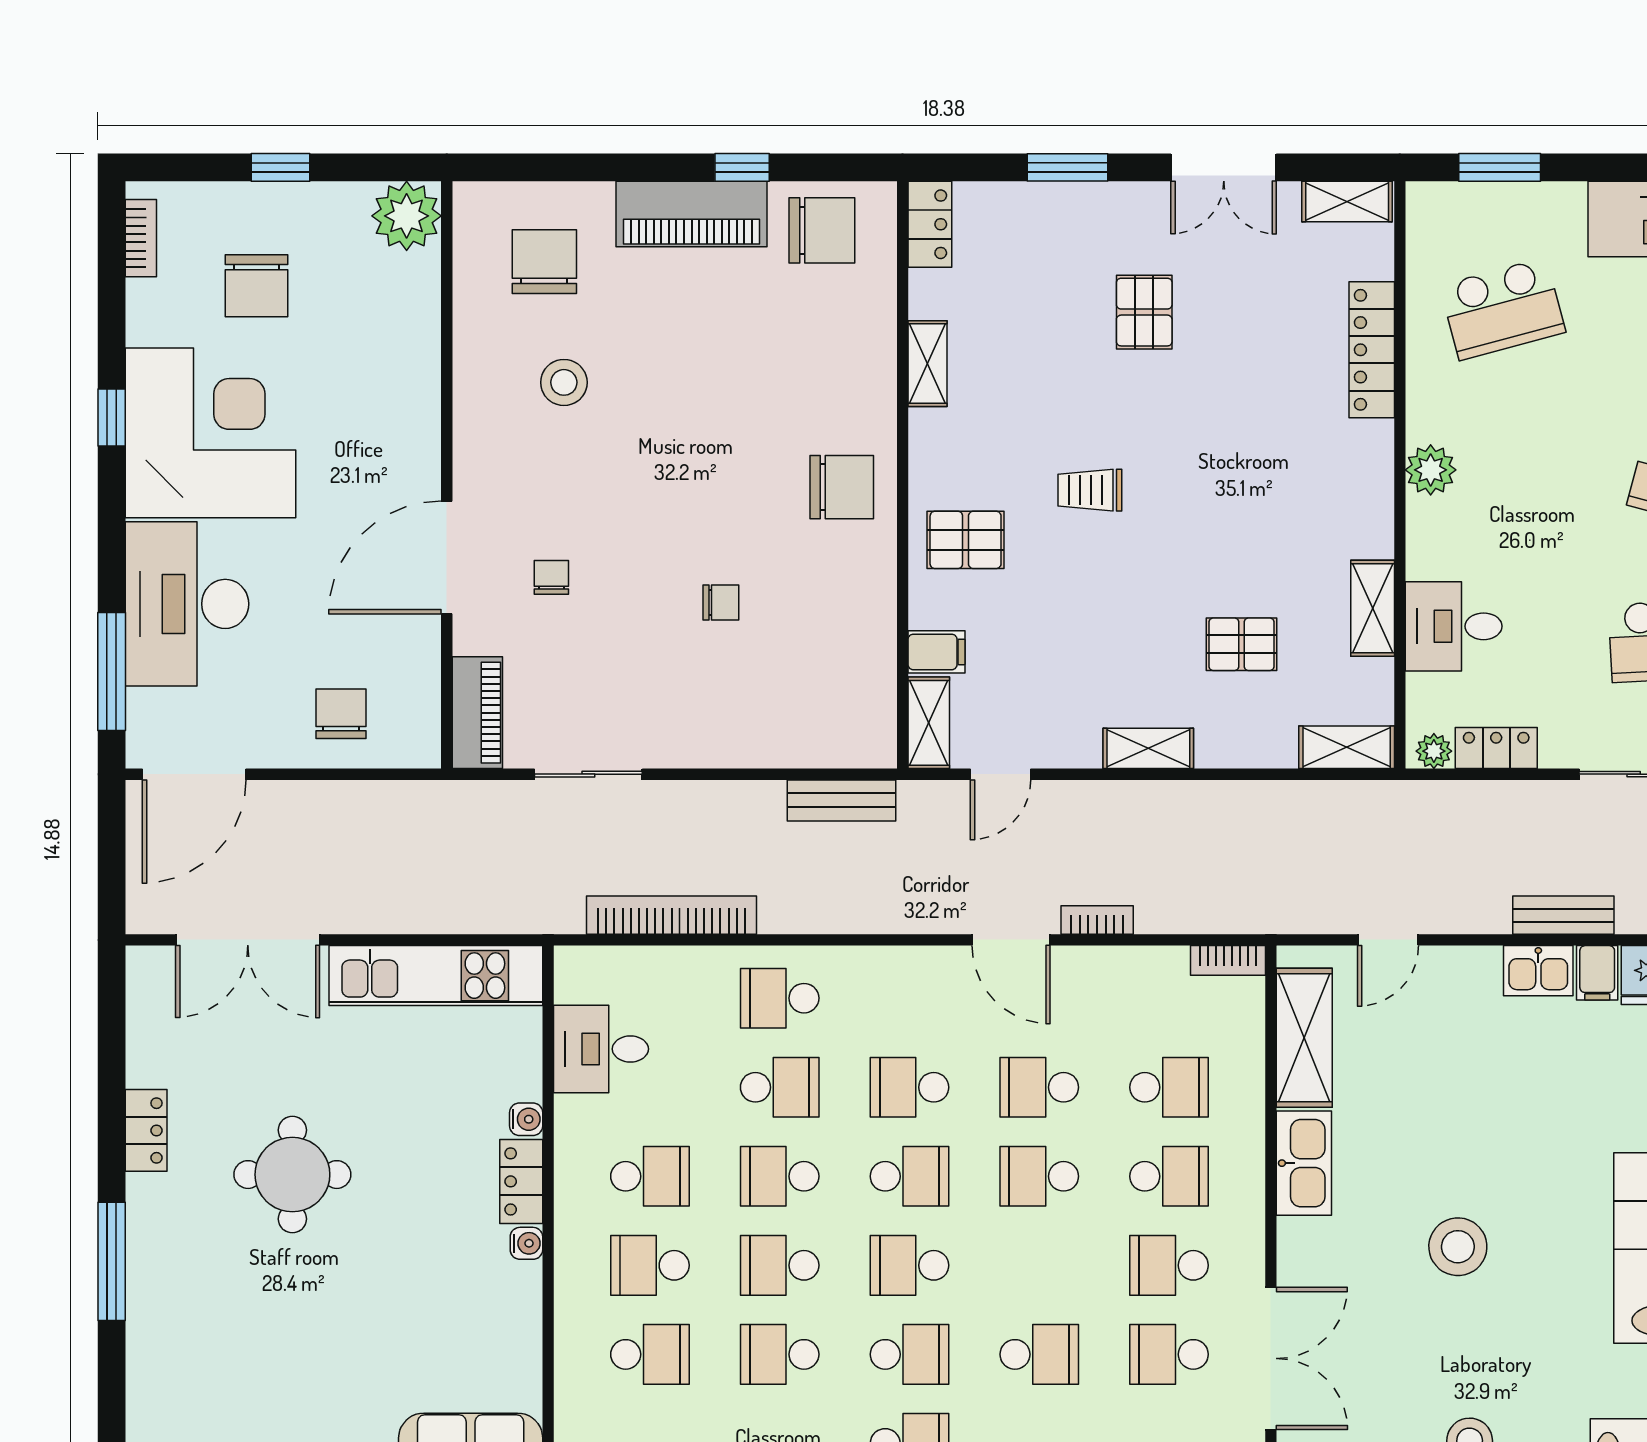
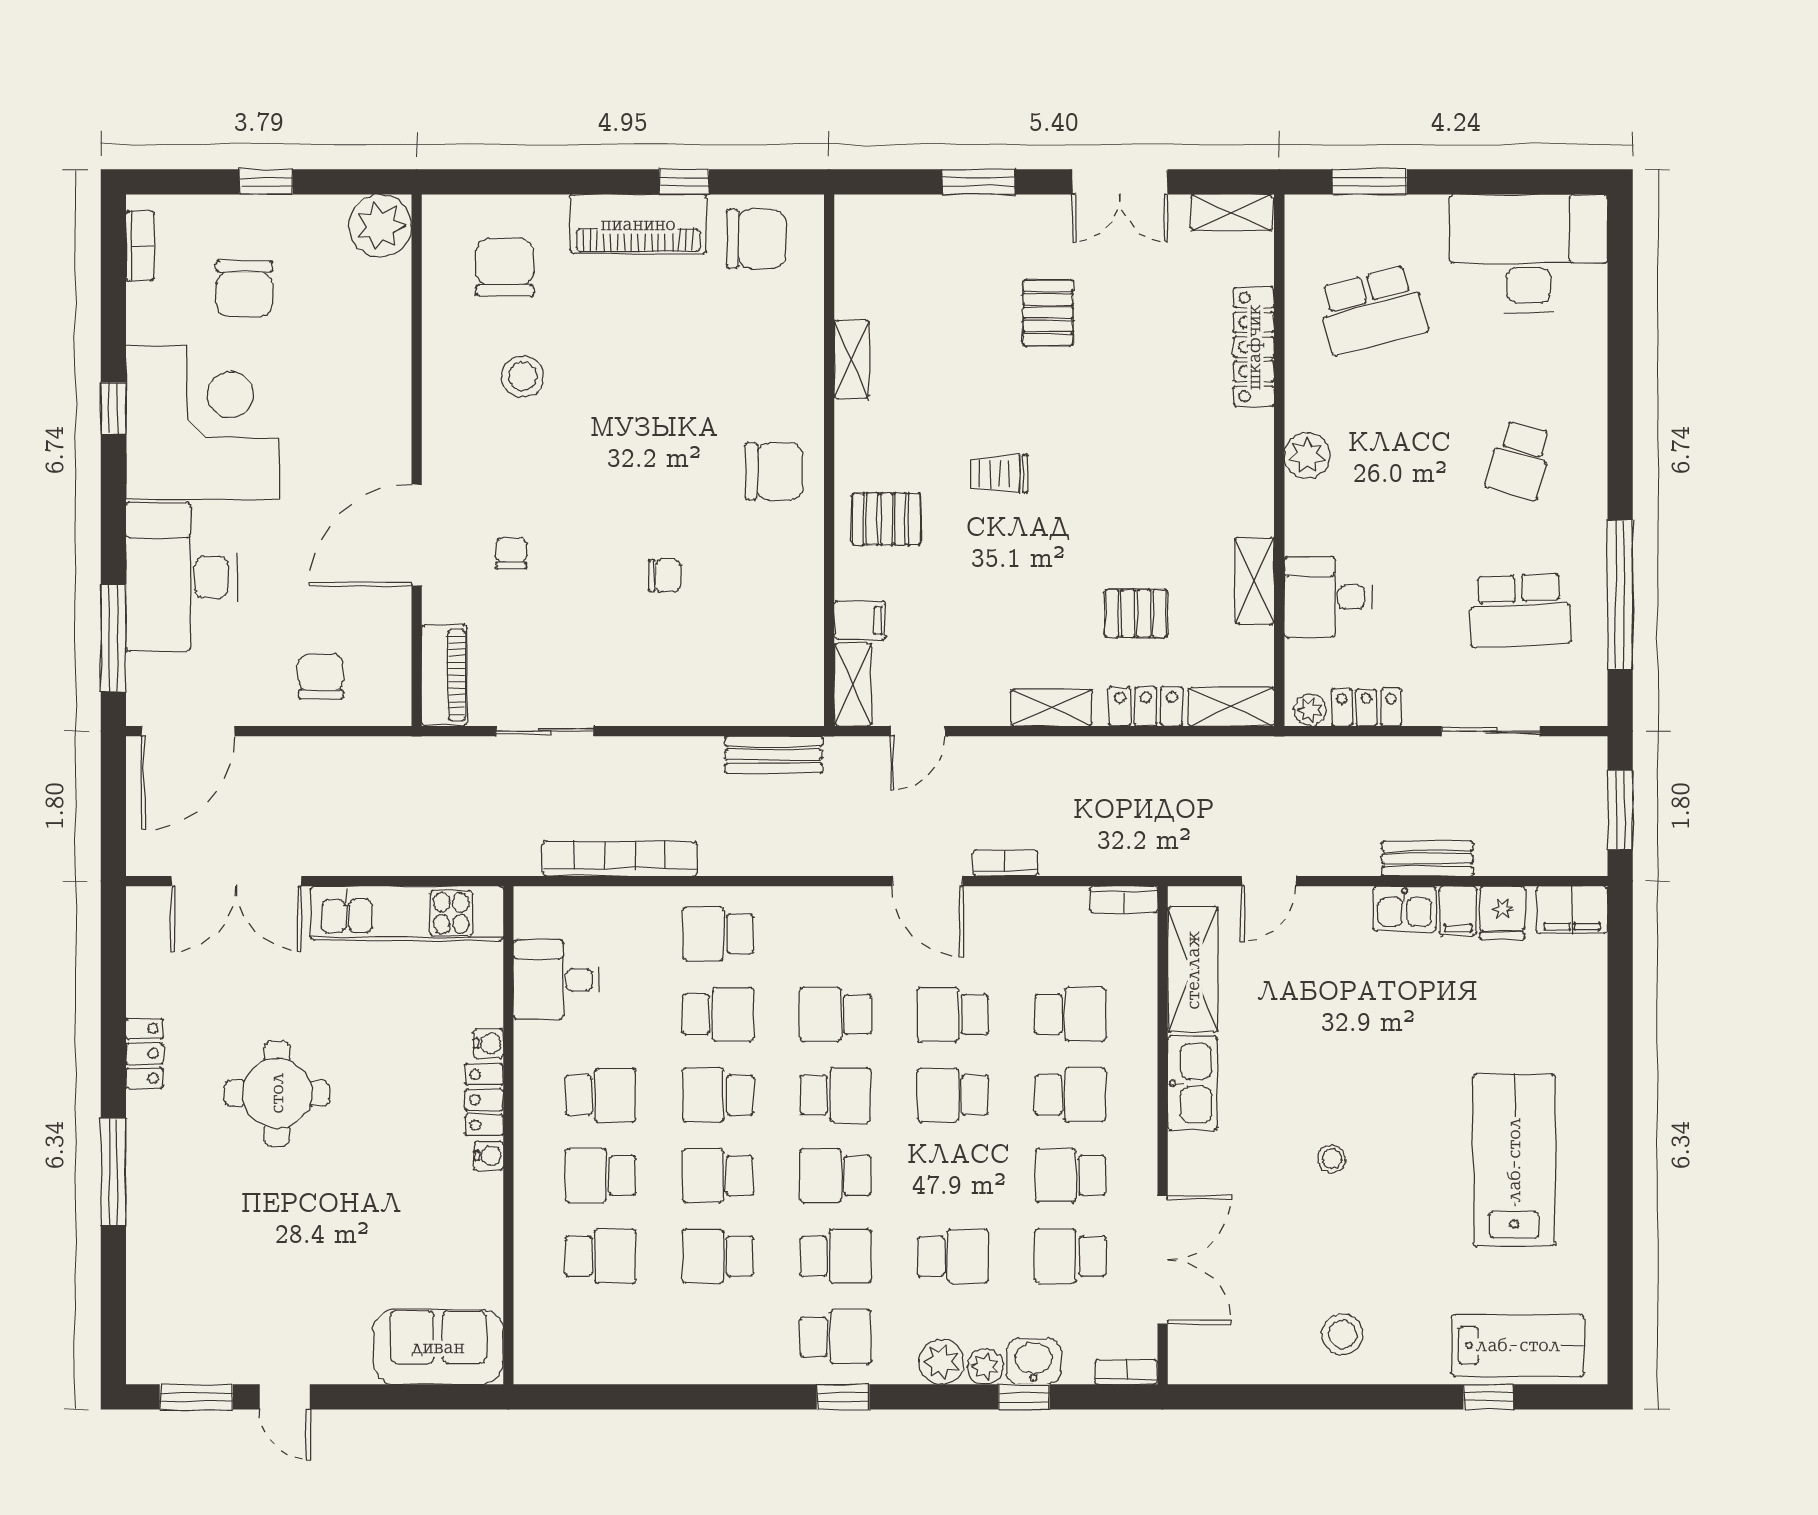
locker: (930, 224) -> (1146, 706), moved, turned -90
stool: (1458, 1247) -> (1332, 1159), width x0.53, depth x0.53

